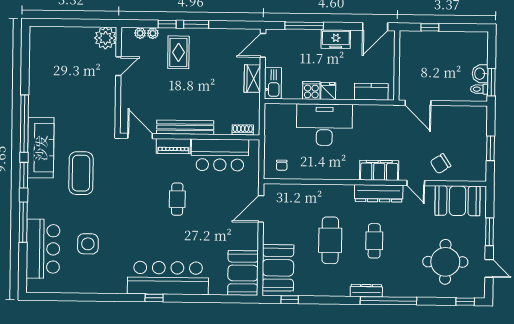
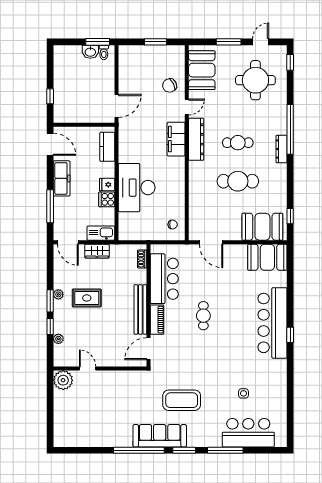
plant: (140, 33) -> (58, 294), moved
freezer: (336, 39) -> (62, 178), width x1.40
rug: (178, 52) -> (87, 298), moved
chair: (440, 164) -> (170, 85), turned 95
cafe table: (177, 199) -> (203, 316), turned 90
side table: (88, 244) -> (244, 393), width x0.54, depth x0.54

